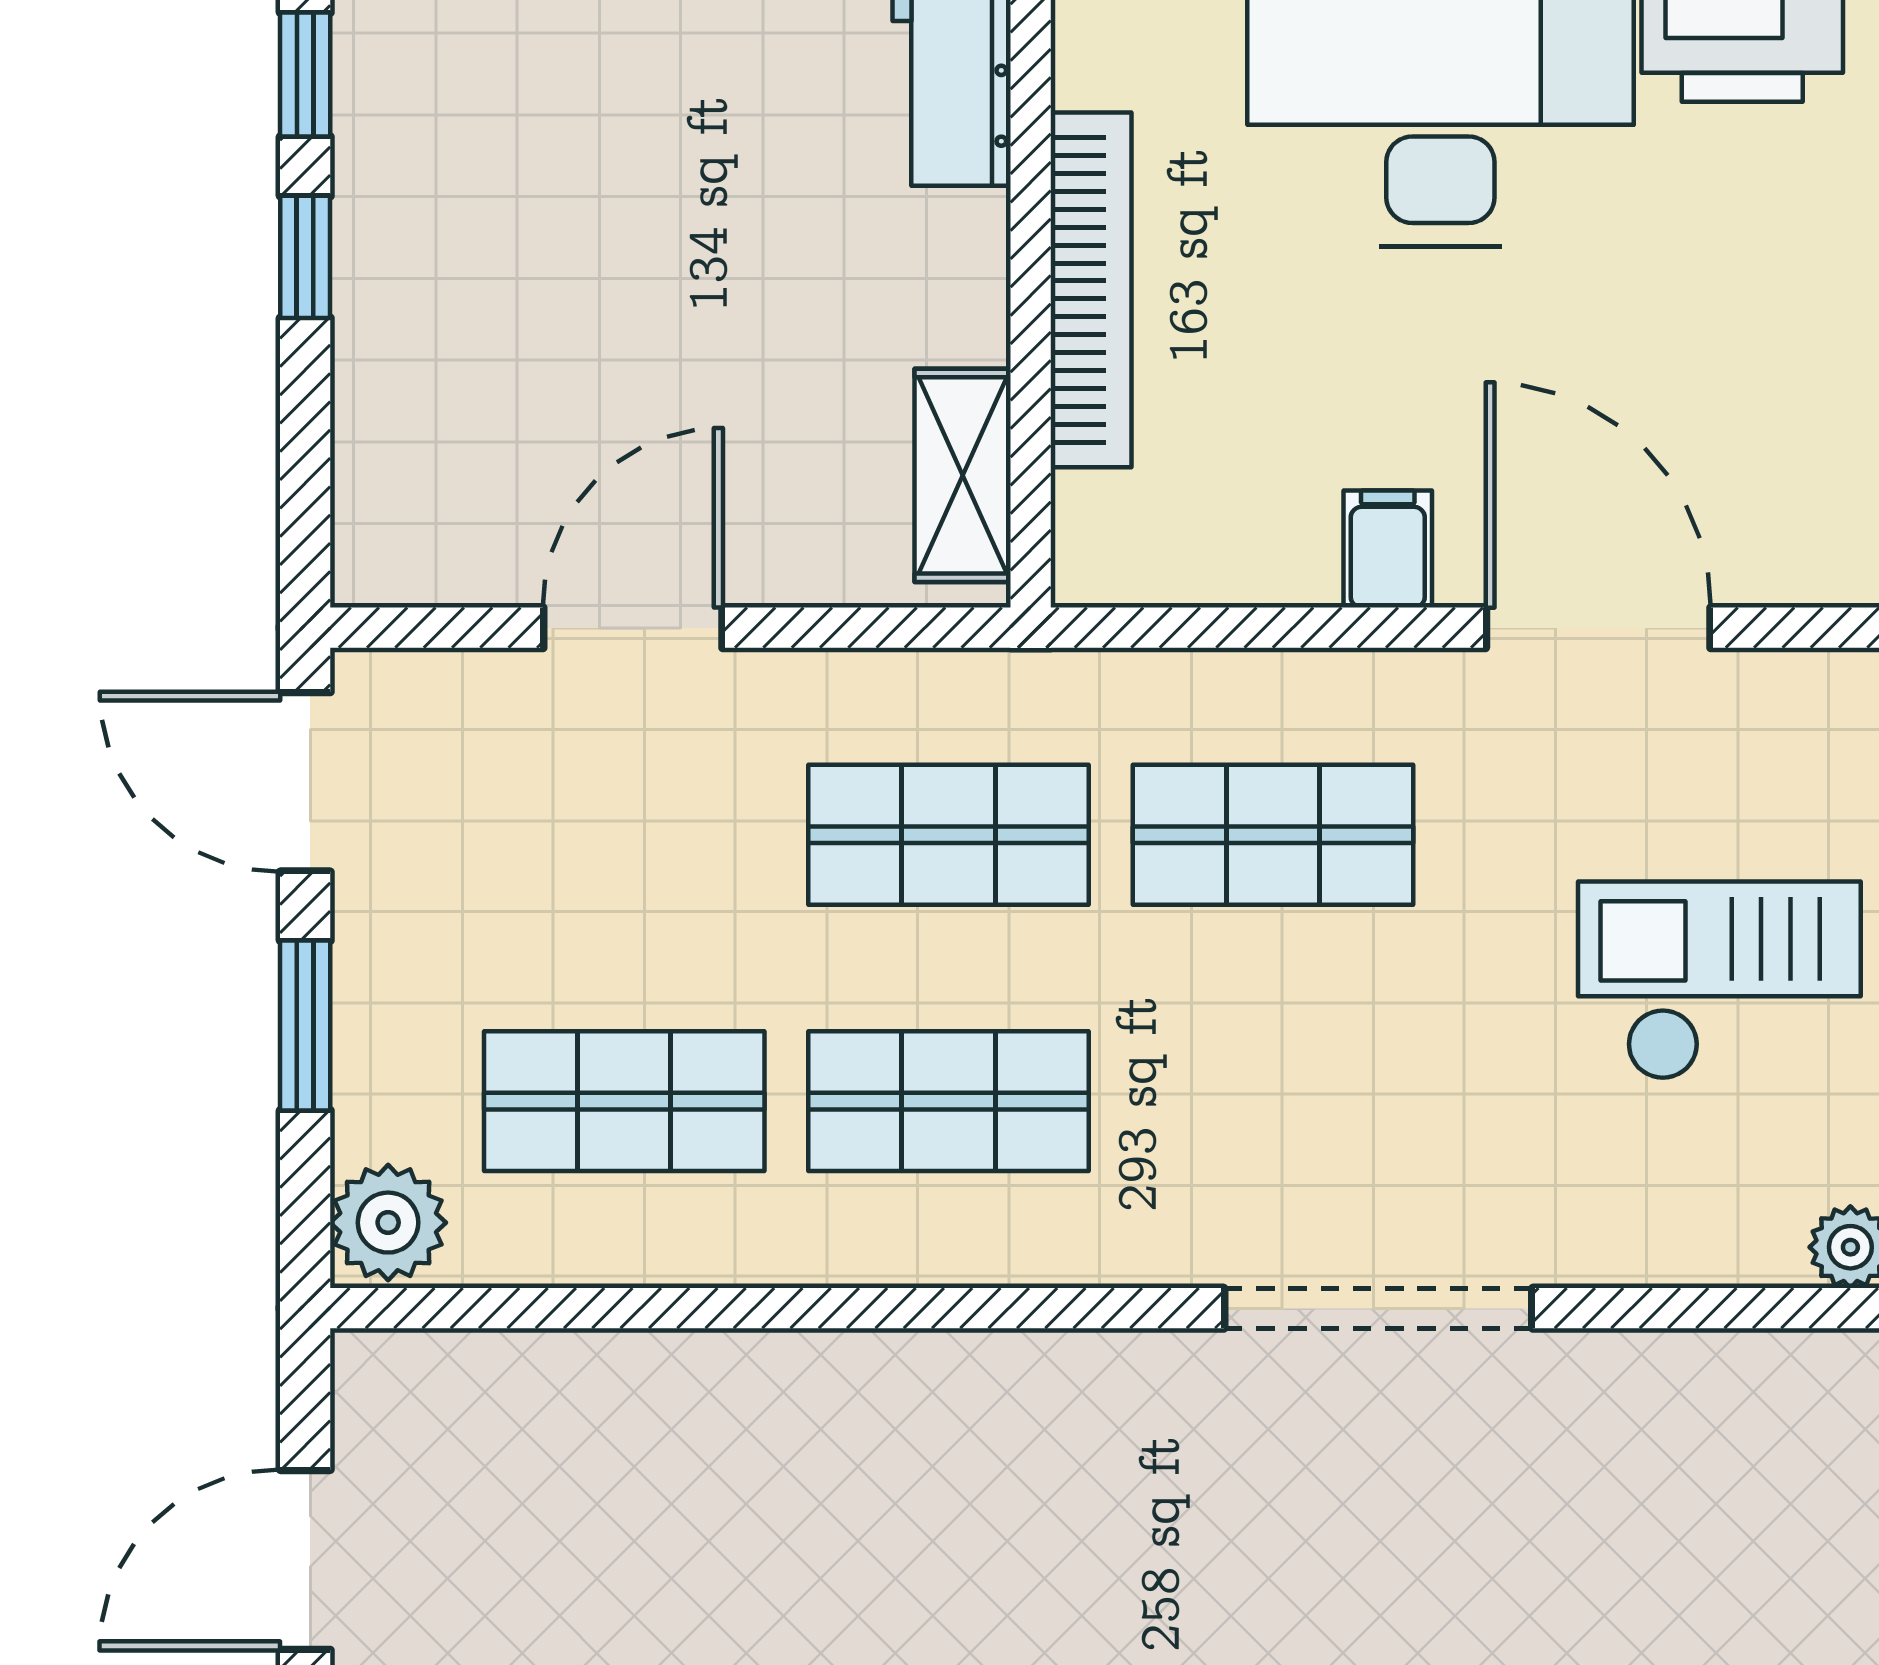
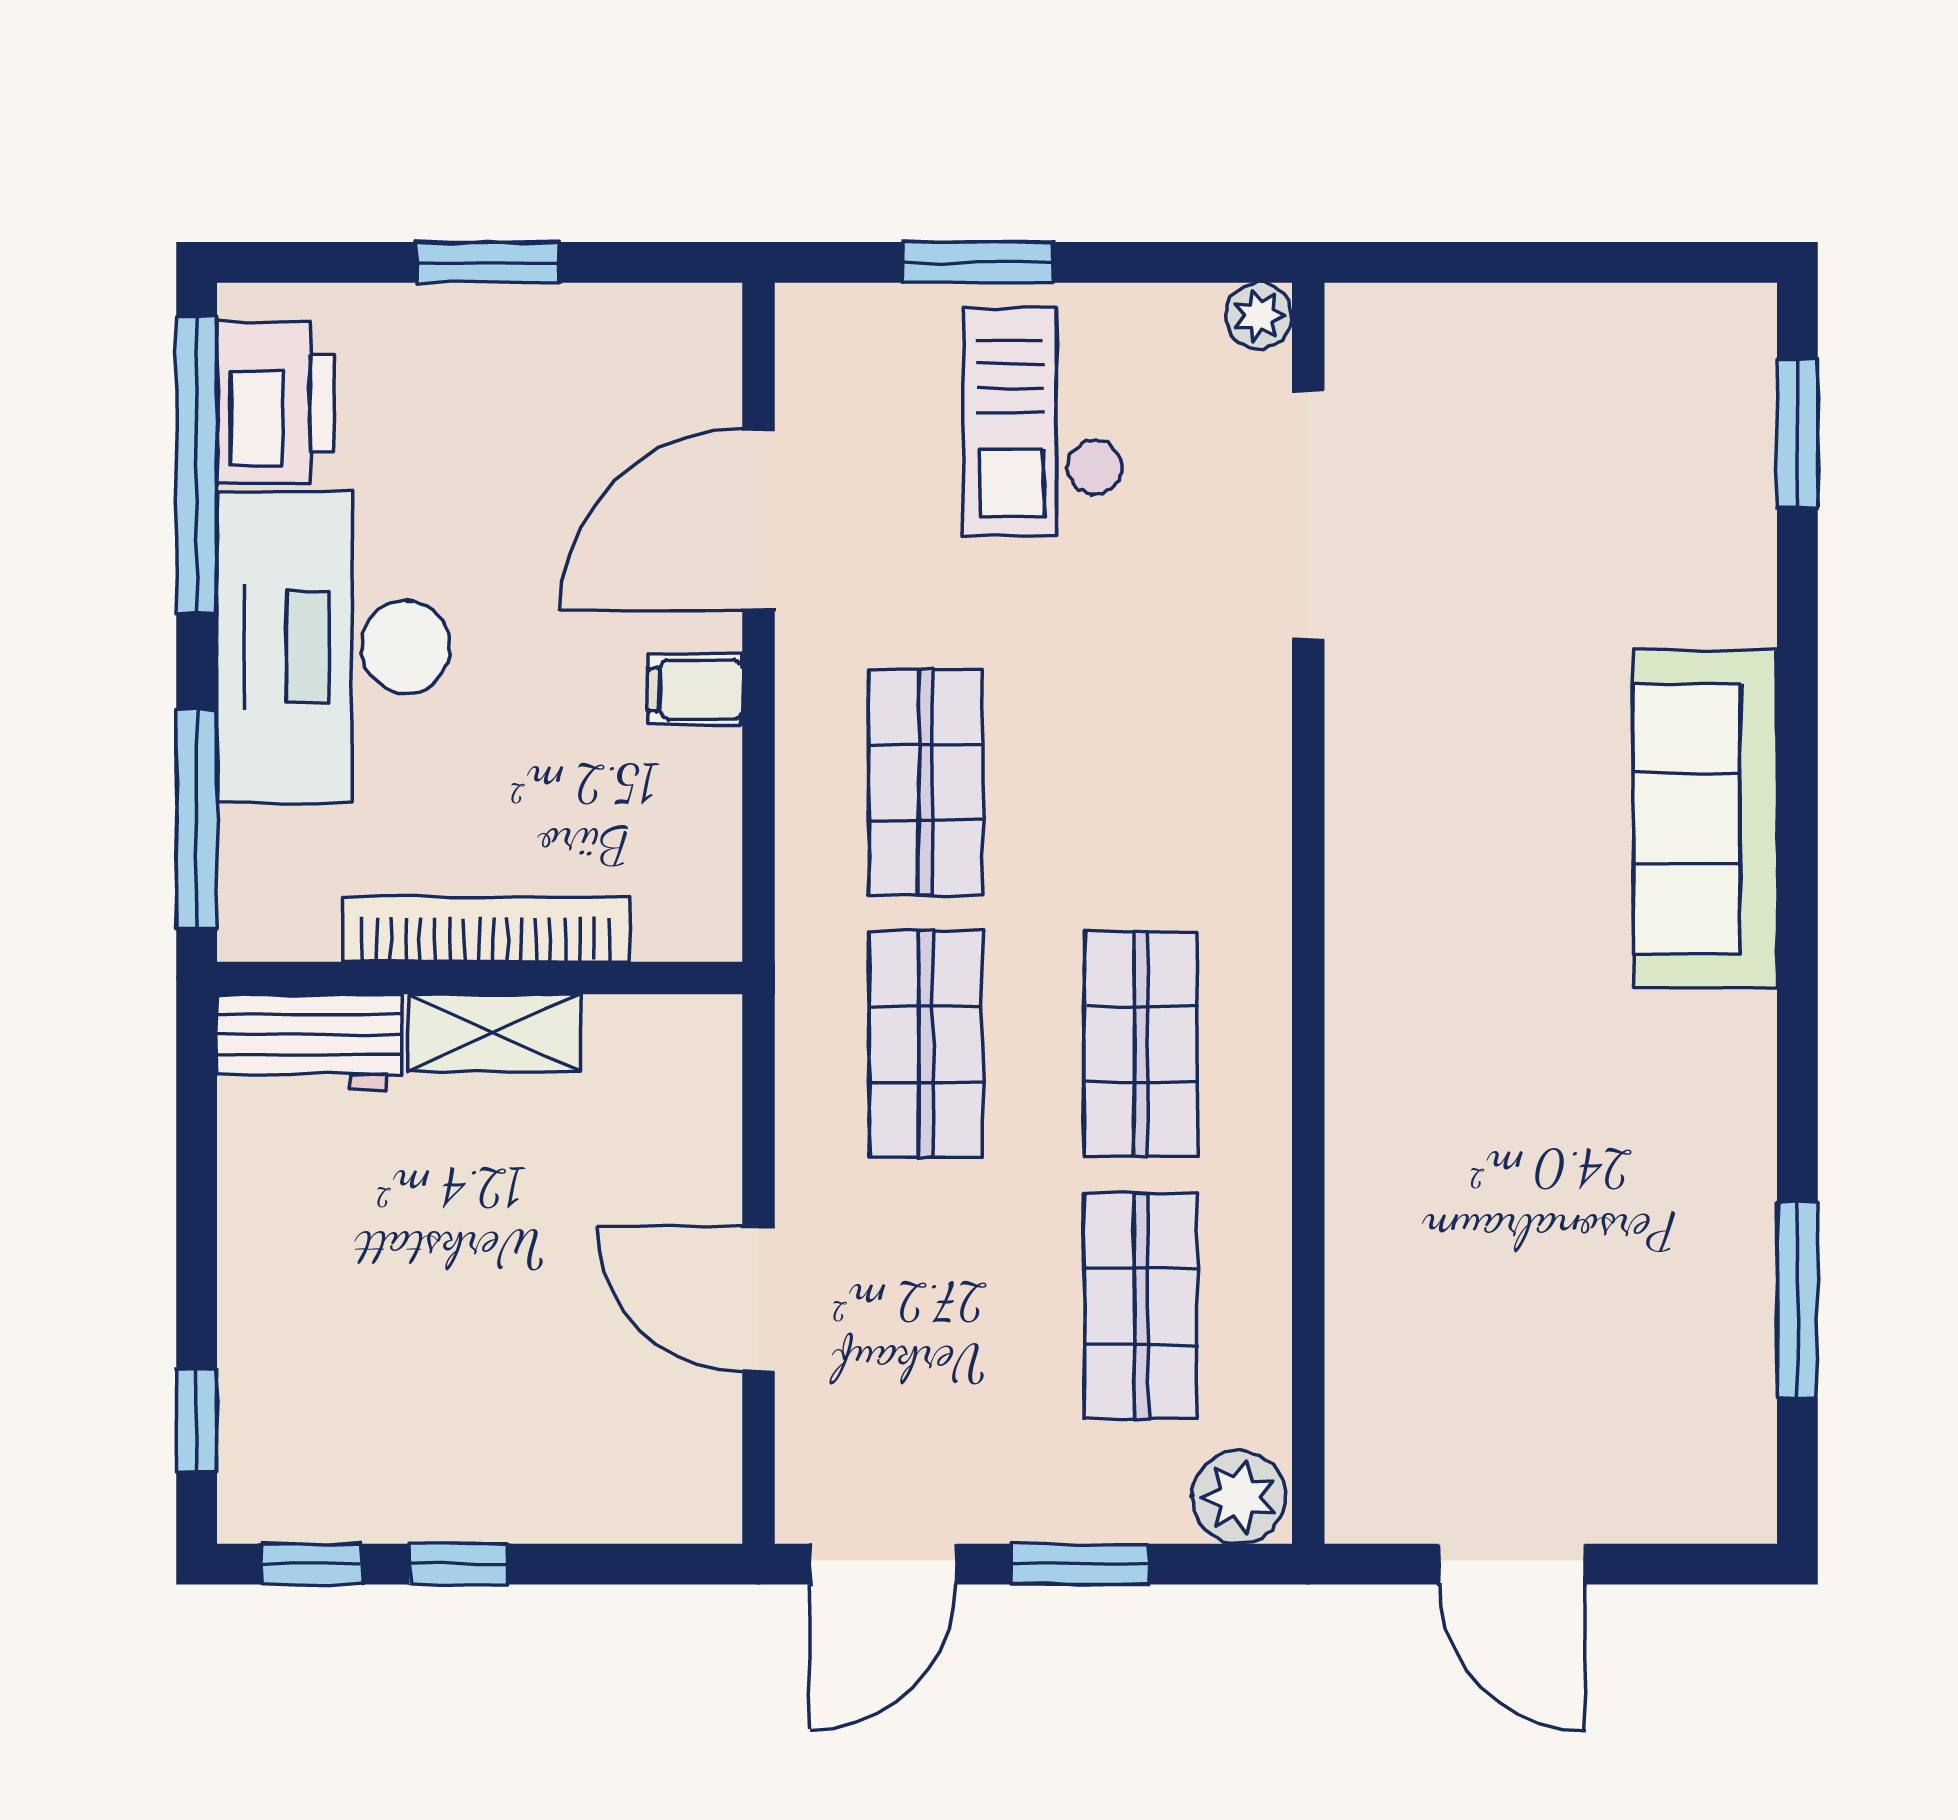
shelving: (963, 475) -> (494, 1033), moved
doorway: (1378, 1308) -> (1308, 515), moved

